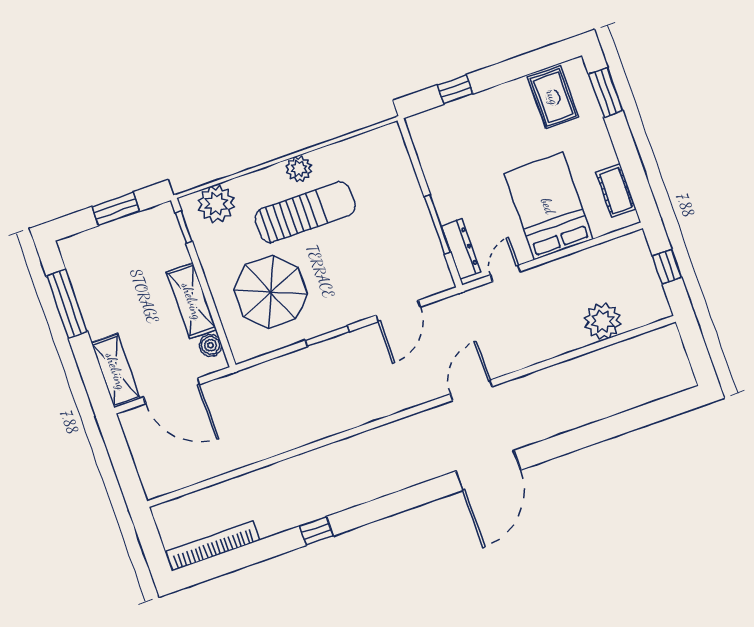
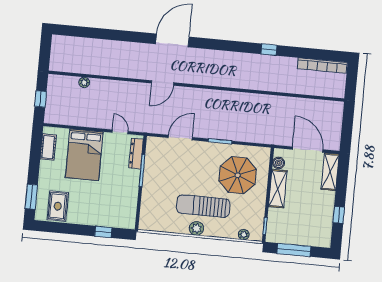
plant: (216, 204) -> (244, 235), width x0.53, depth x0.53
window: (116, 209) -> (294, 250), width x1.44
door: (505, 273) -> (120, 132), swing flipped
window: (67, 304) -> (339, 215), width x0.46
plant: (603, 321) -> (84, 82), width x0.53, depth x0.53

